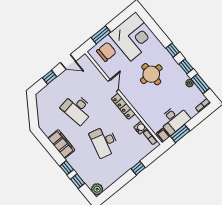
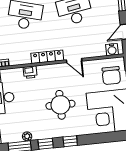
printer: (142, 111) -> (30, 72), added
water cooler: (140, 128) -> (112, 50), moved

